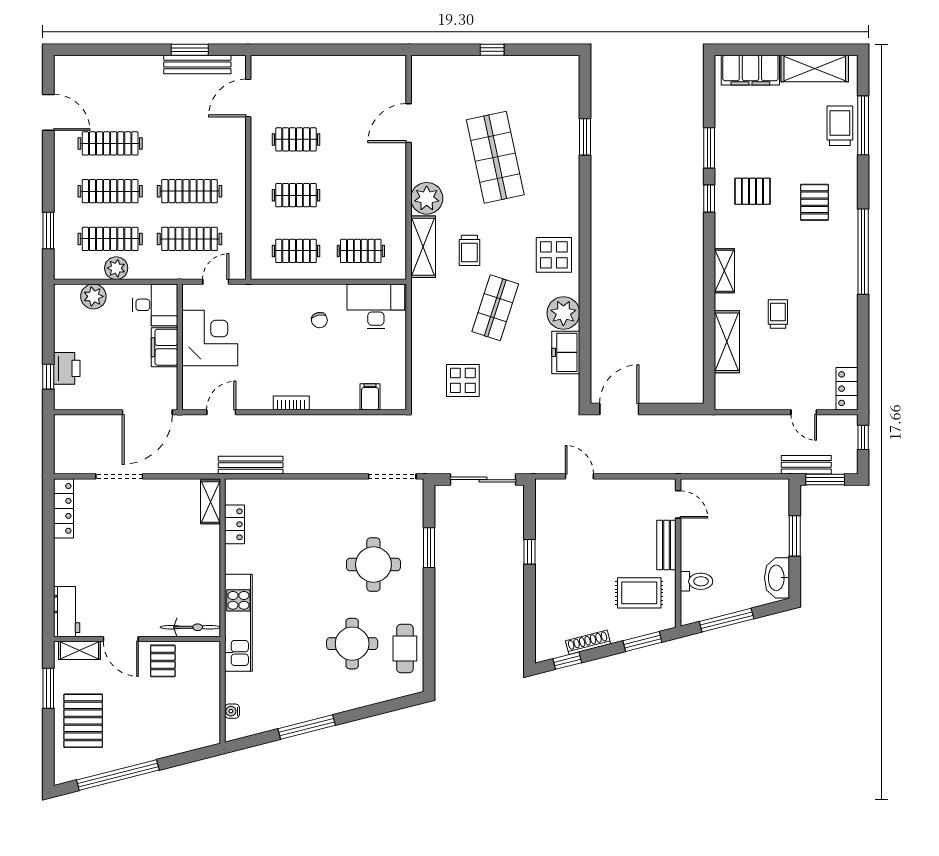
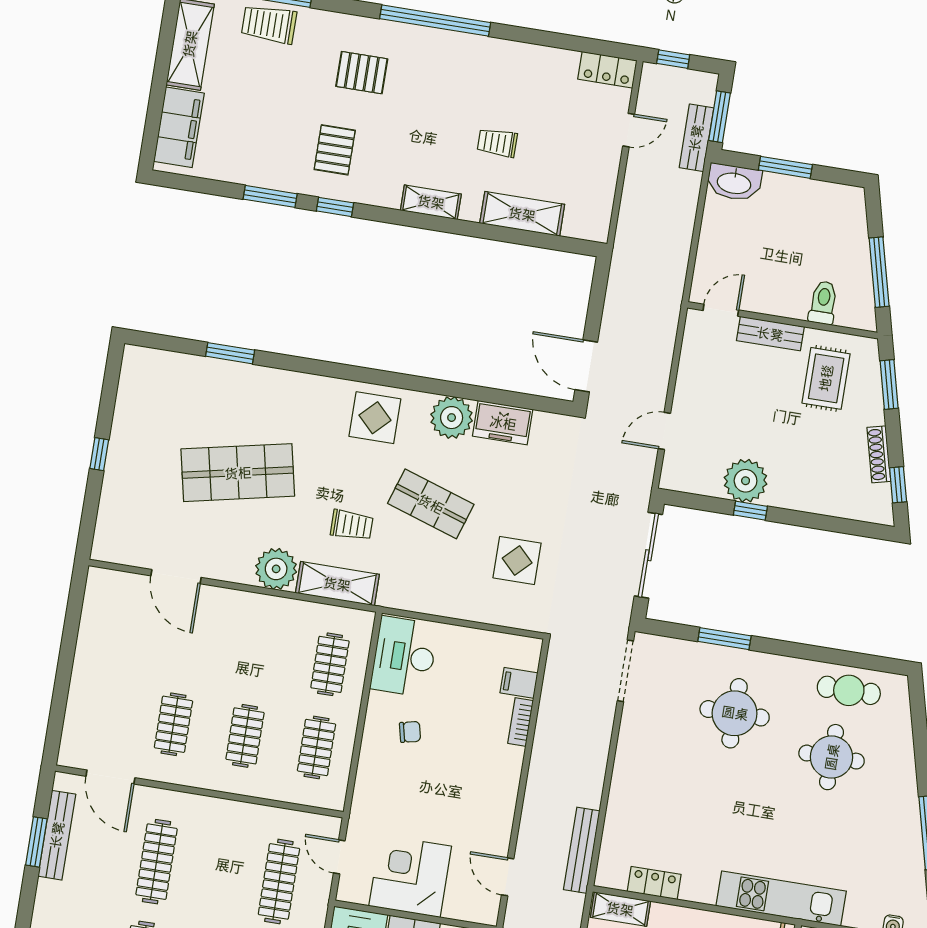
clothes rail: (190, 191) -> (157, 862), moved
bookcase: (291, 403) -> (521, 722), moved
plant: (552, 544) -> (746, 481), added
washbasin: (777, 578) -> (734, 182), moved

